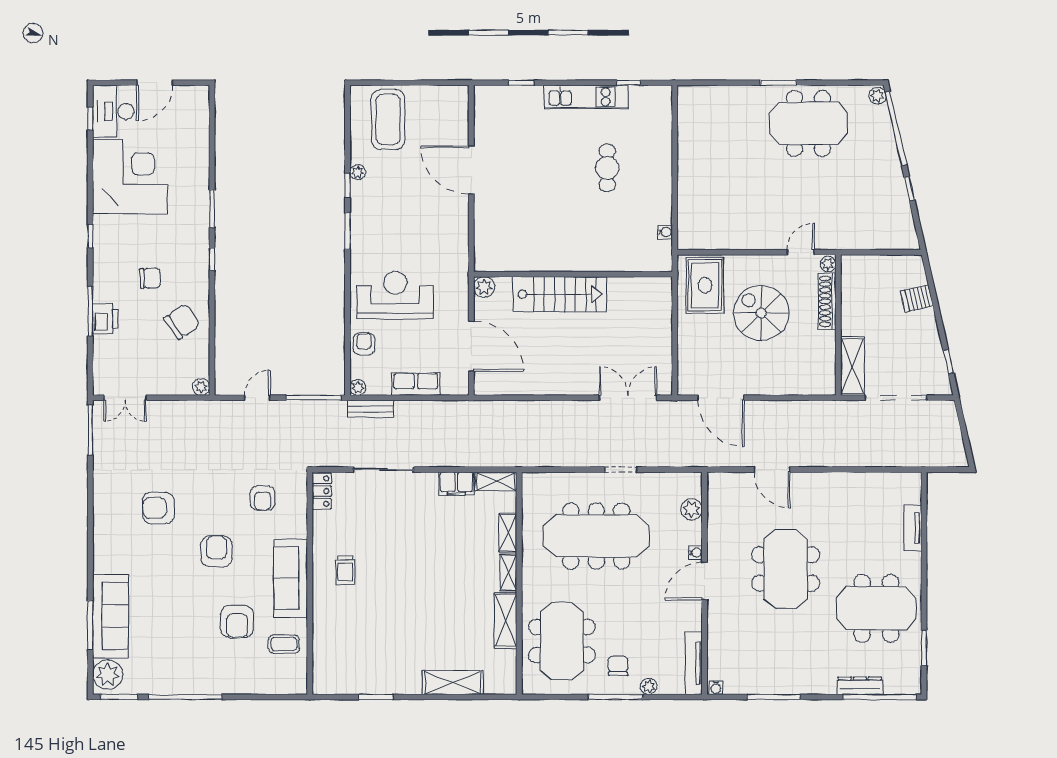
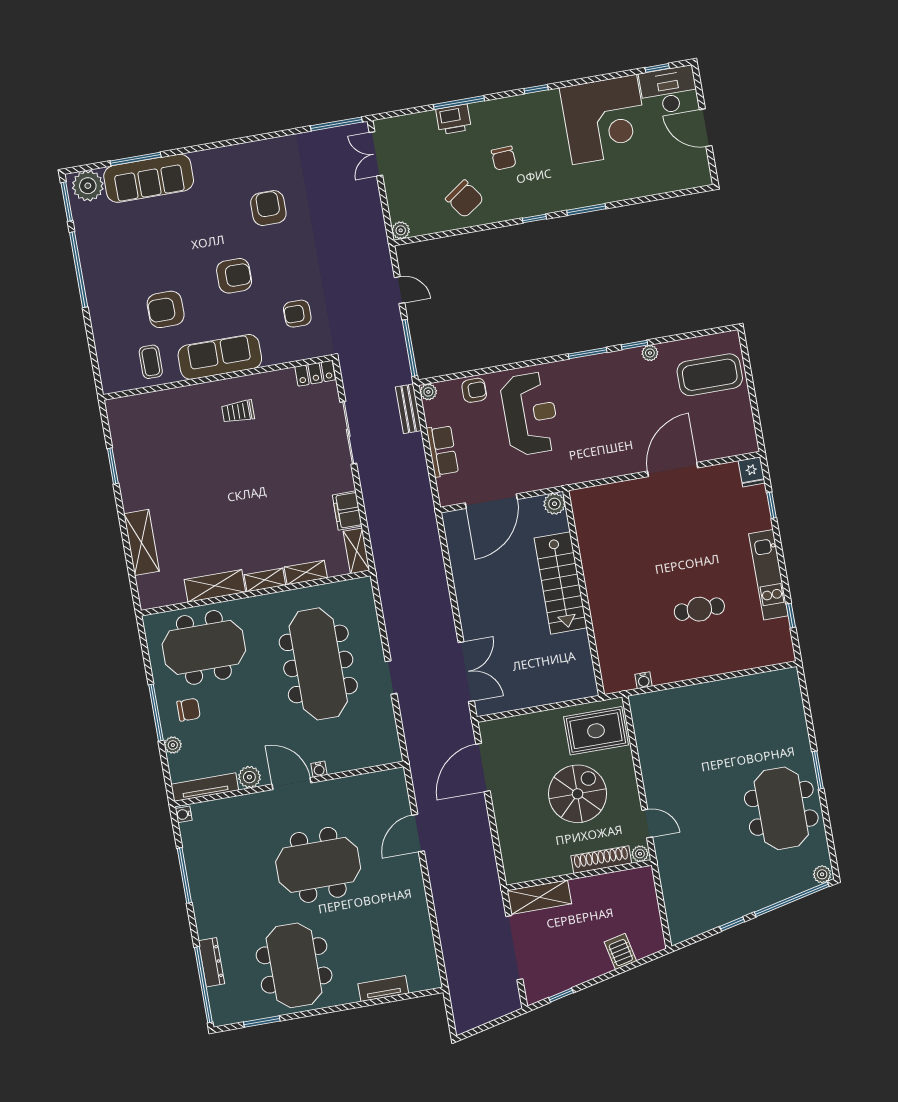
fridge: (487, 96) -> (752, 472), added
plant: (692, 509) -> (249, 777), moved

